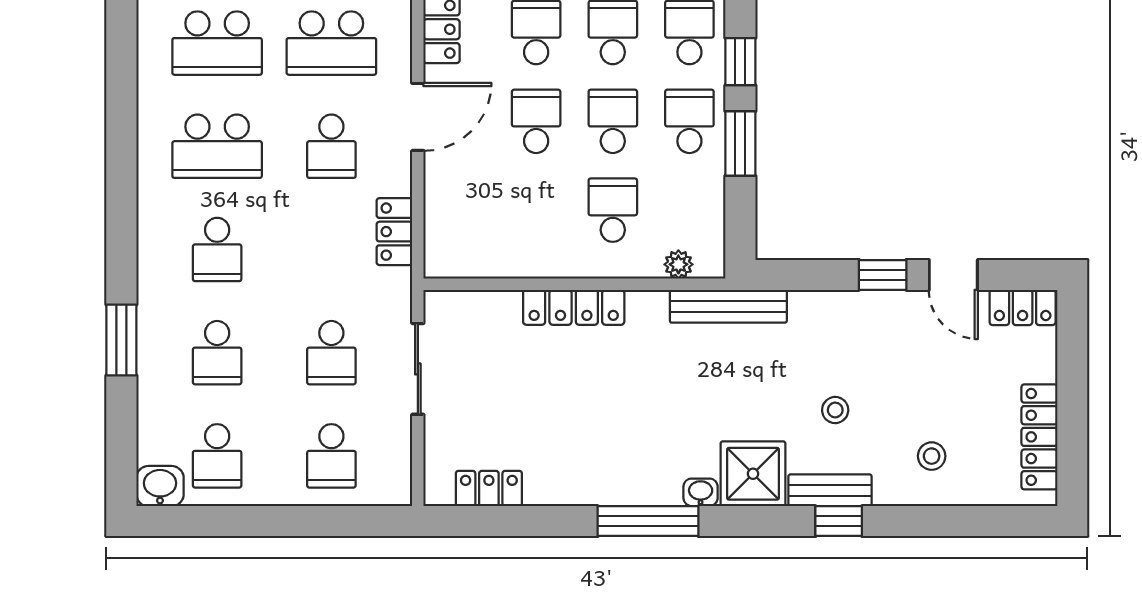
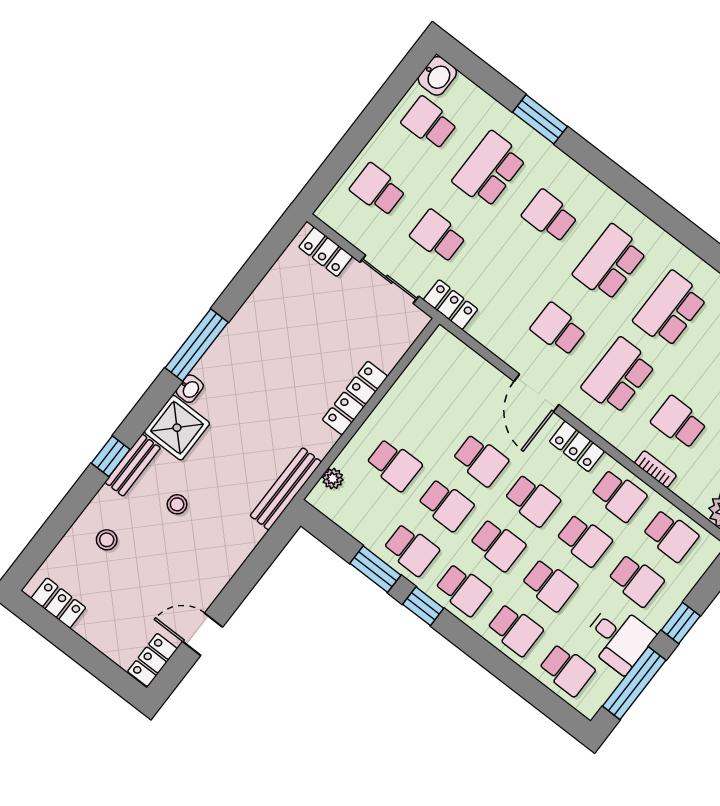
locker: (394, 232) -> (450, 305), moved
window: (883, 275) -> (235, 593), removed
school desk: (217, 353) -> (489, 169), width x1.85
locker: (1039, 437) -> (58, 603), width x0.66
locker: (489, 488) -> (326, 252), moved, turned 90

